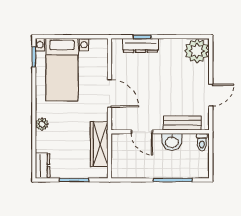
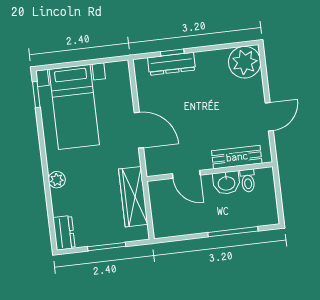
toilet: (202, 142) -> (248, 181), moved

